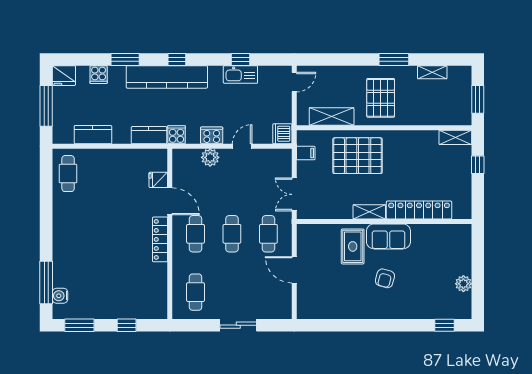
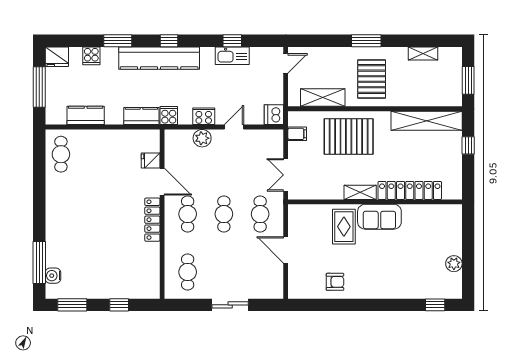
window: (394, 59) -> (366, 41), moved
shelving: (455, 137) -> (427, 121), width x2.20, depth x1.33
armchair: (385, 278) -> (335, 282), moved, turned -105

